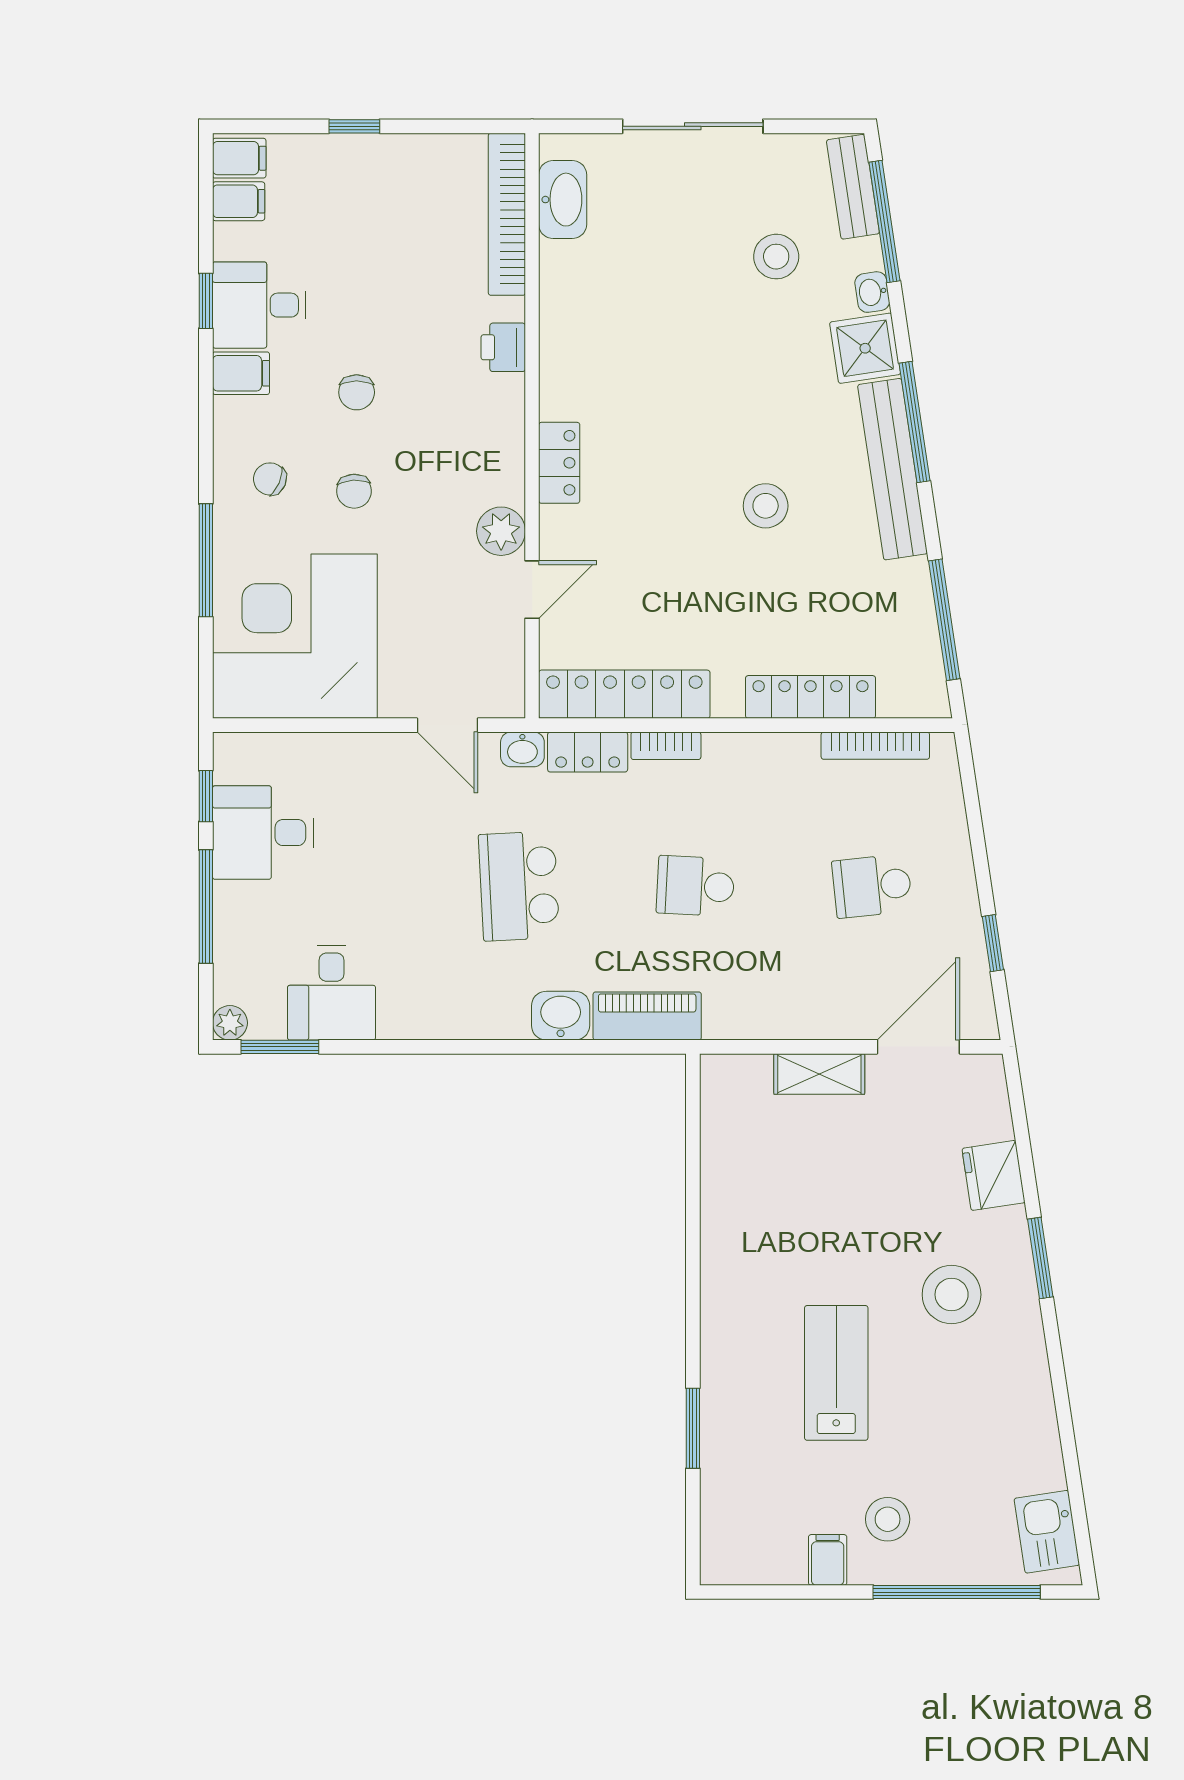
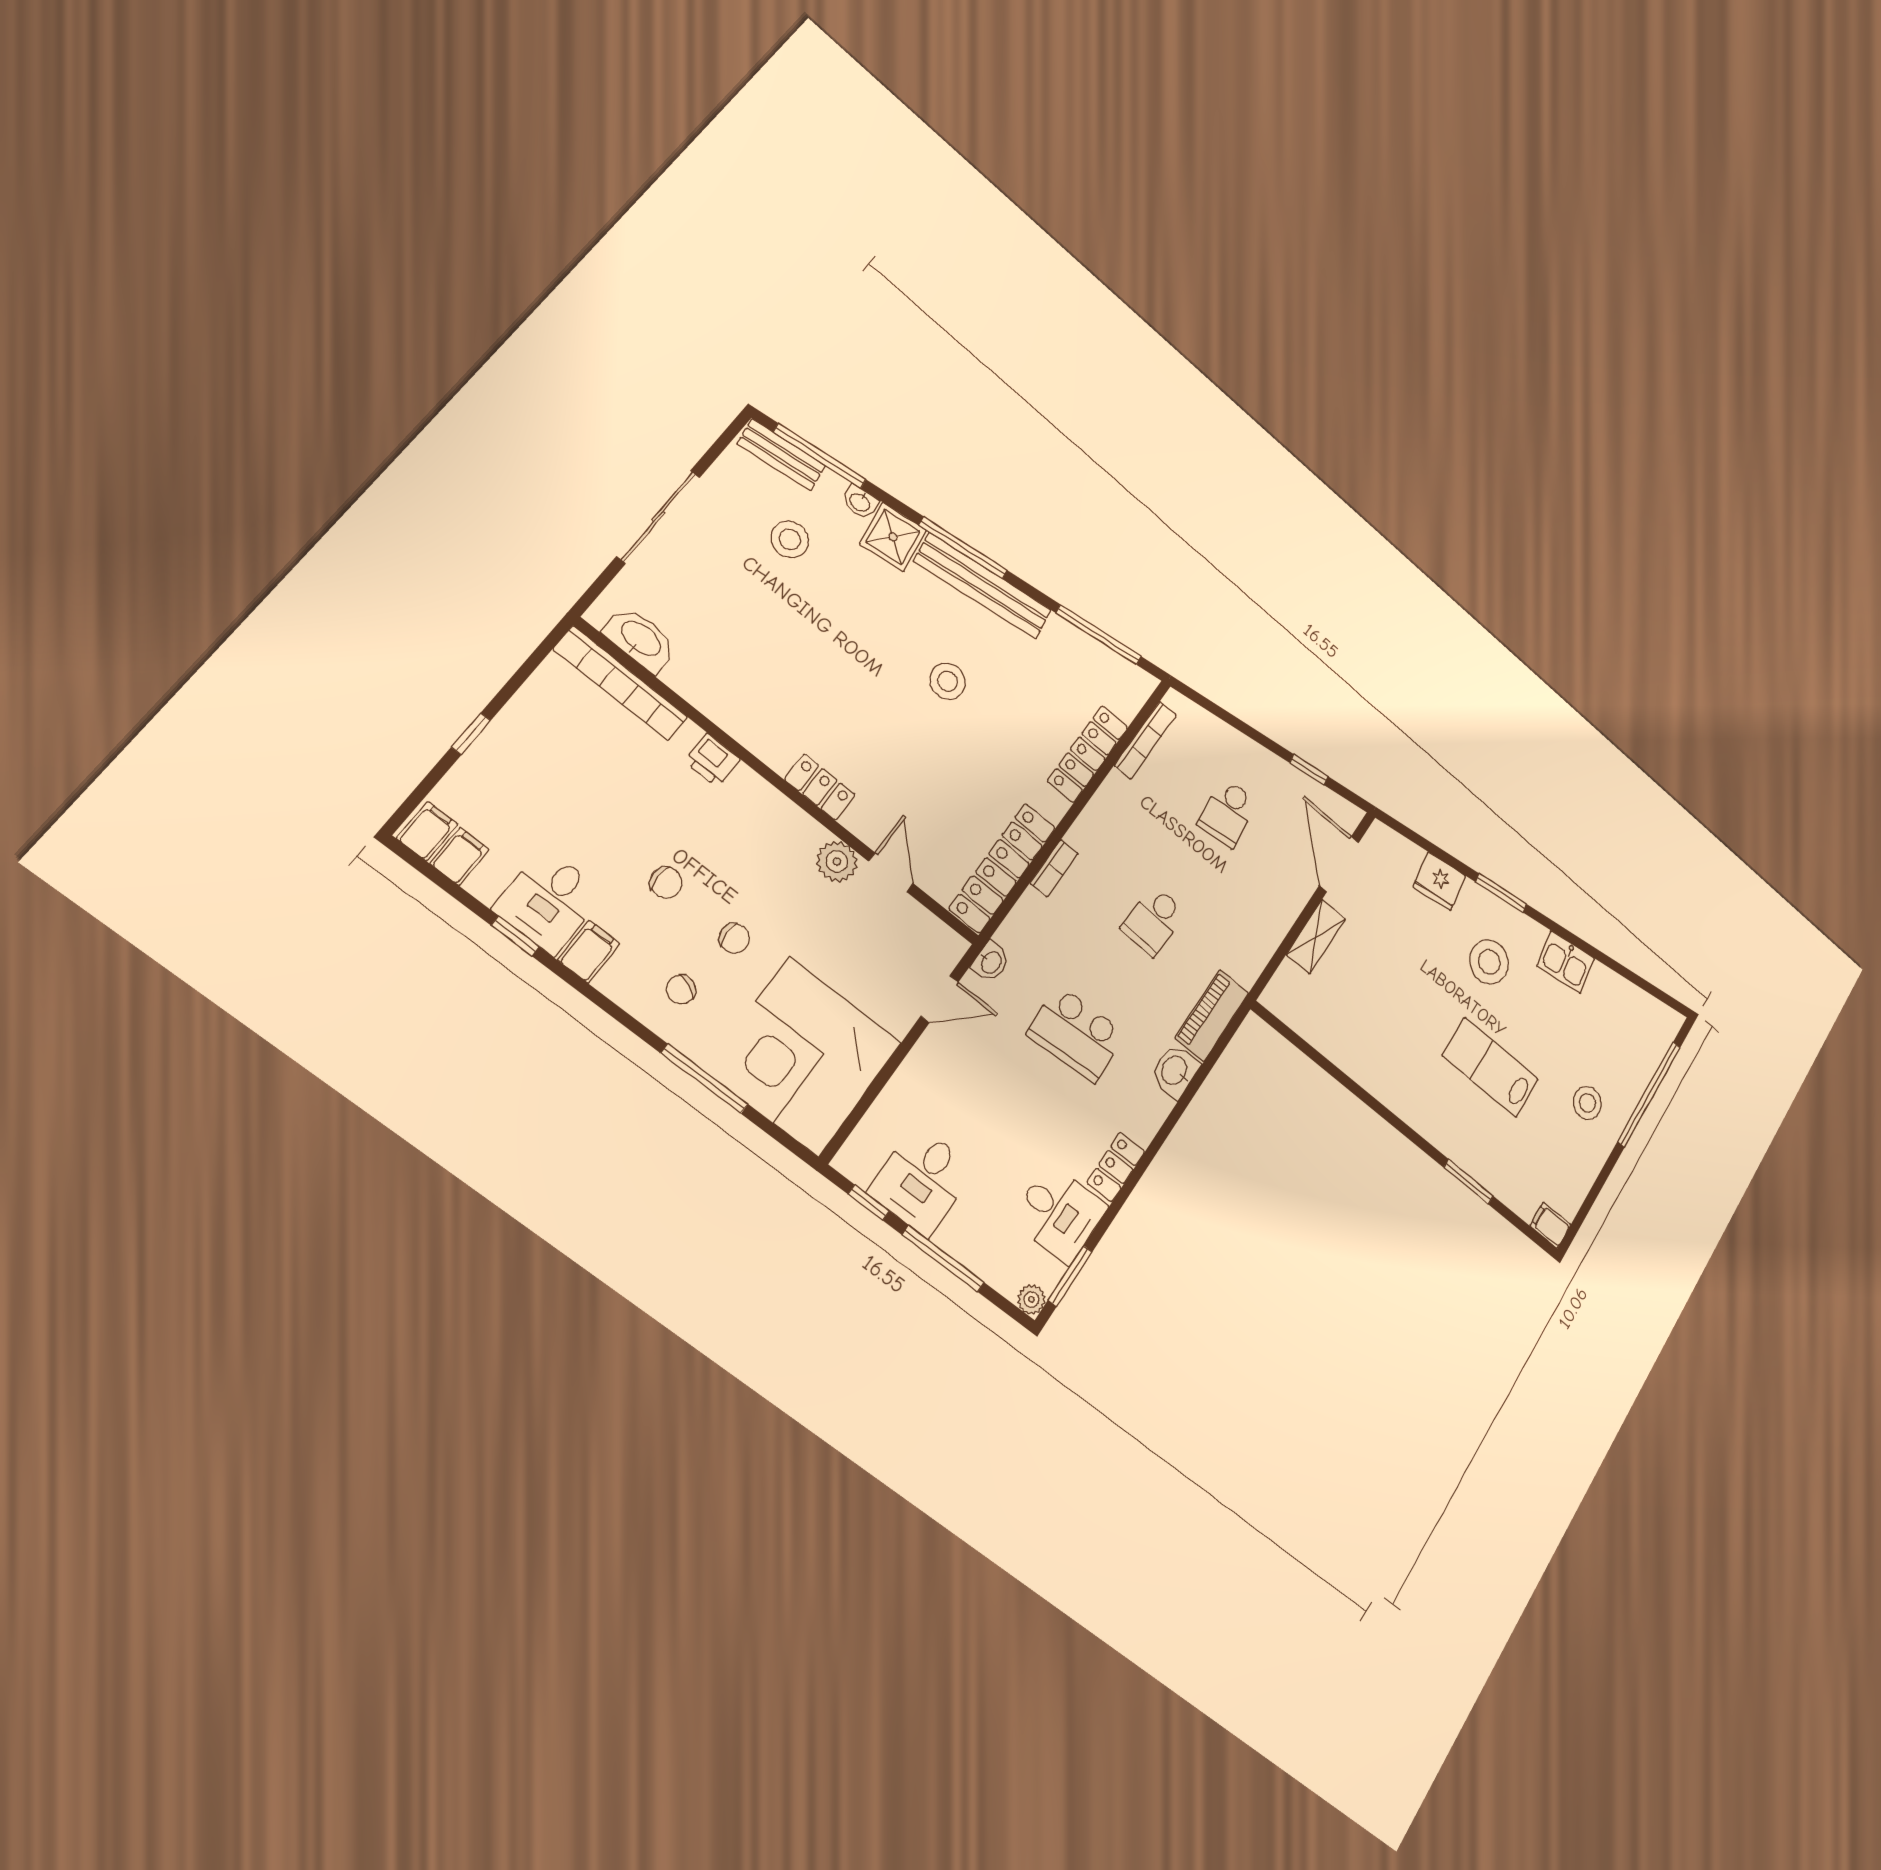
locker: (588, 752) -> (1116, 1167), moved, turned 180
kitchen sink: (1047, 1532) -> (1566, 962), moved
filing cabinet: (828, 1560) -> (1550, 1225), moved

